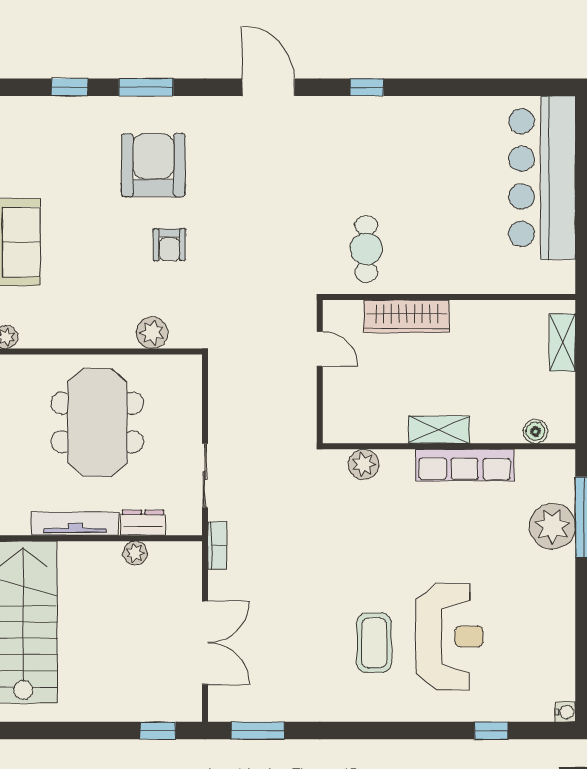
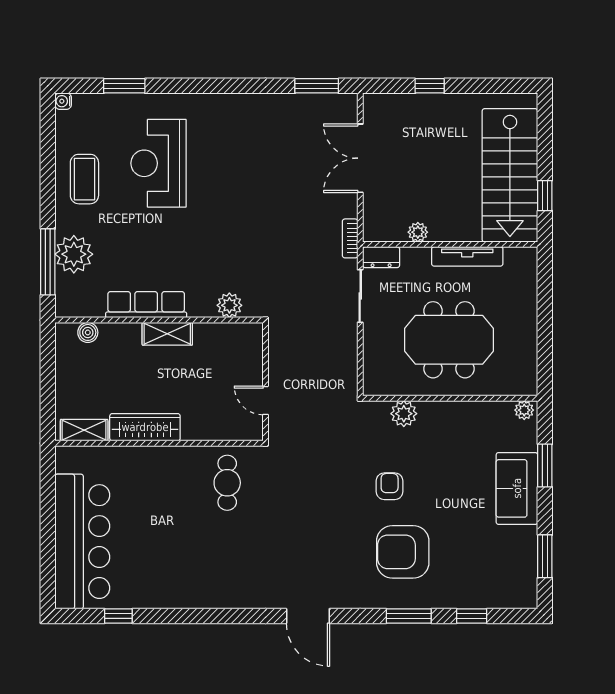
window: (367, 87) -> (118, 616), moved
armchair: (153, 165) -> (403, 552), turned 90
wardrobe: (407, 316) -> (145, 427), moved
shelving: (562, 342) -> (84, 430), moved, turned 90
meeting table: (97, 422) -> (449, 340), turned 90
dresser: (143, 523) -> (381, 257), moved
coffee table: (374, 643) -> (84, 179), moved
window: (158, 731) -> (430, 86), moved
window: (491, 731) -> (124, 86), width x1.50

